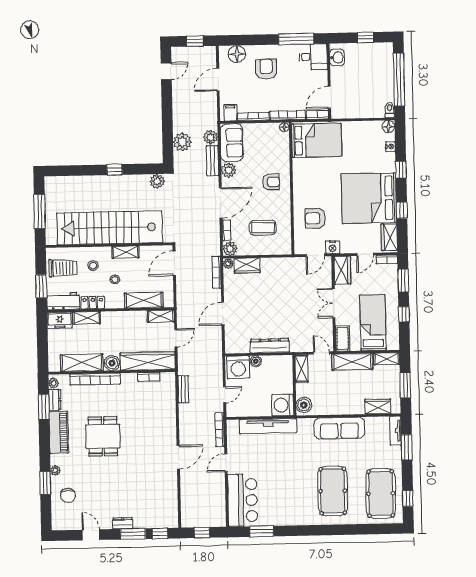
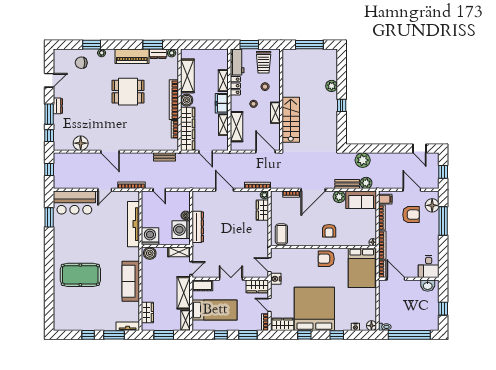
window: (296, 39) -> (443, 221), moved
armchair: (266, 69) -> (411, 215), moved
plant: (157, 181) -> (332, 86), moved
door: (221, 203) -> (313, 190), hinge flipped
armchair: (315, 218) -> (326, 259), moved, turned -90
stairs: (110, 228) -> (291, 120), width x0.54, depth x0.66
coffee table: (263, 228) -> (281, 234), moved
plant: (230, 249) -> (276, 197), removed
shelving: (161, 316) -> (223, 125), moved
freezer: (60, 320) -> (222, 103), moved
washing machine: (238, 367) -> (181, 230), moved
bookcase: (95, 379) -> (174, 100), moved
door: (226, 463) -> (105, 190), swing flipped
pool table: (381, 493) -> (78, 313), removed
floor lamp: (169, 494) -> (81, 143), added
window: (408, 498) -> (88, 335), moved

